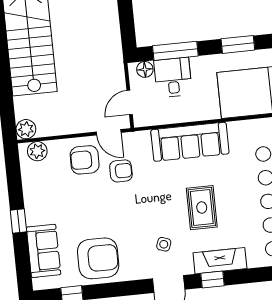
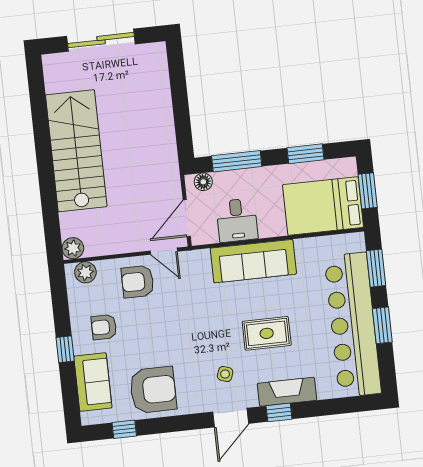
desk: (173, 77) -> (237, 220), moved, turned 180
door: (130, 102) -> (187, 218), width x1.38
armchair: (121, 171) -> (104, 327), moved, turned 180
rug: (202, 208) -> (267, 333), turned 90

